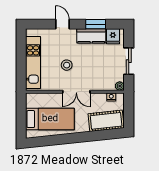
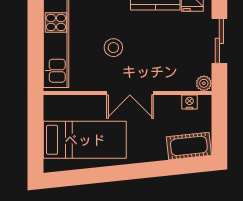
cot: (106, 121) -> (189, 146), width x0.73, depth x0.75

